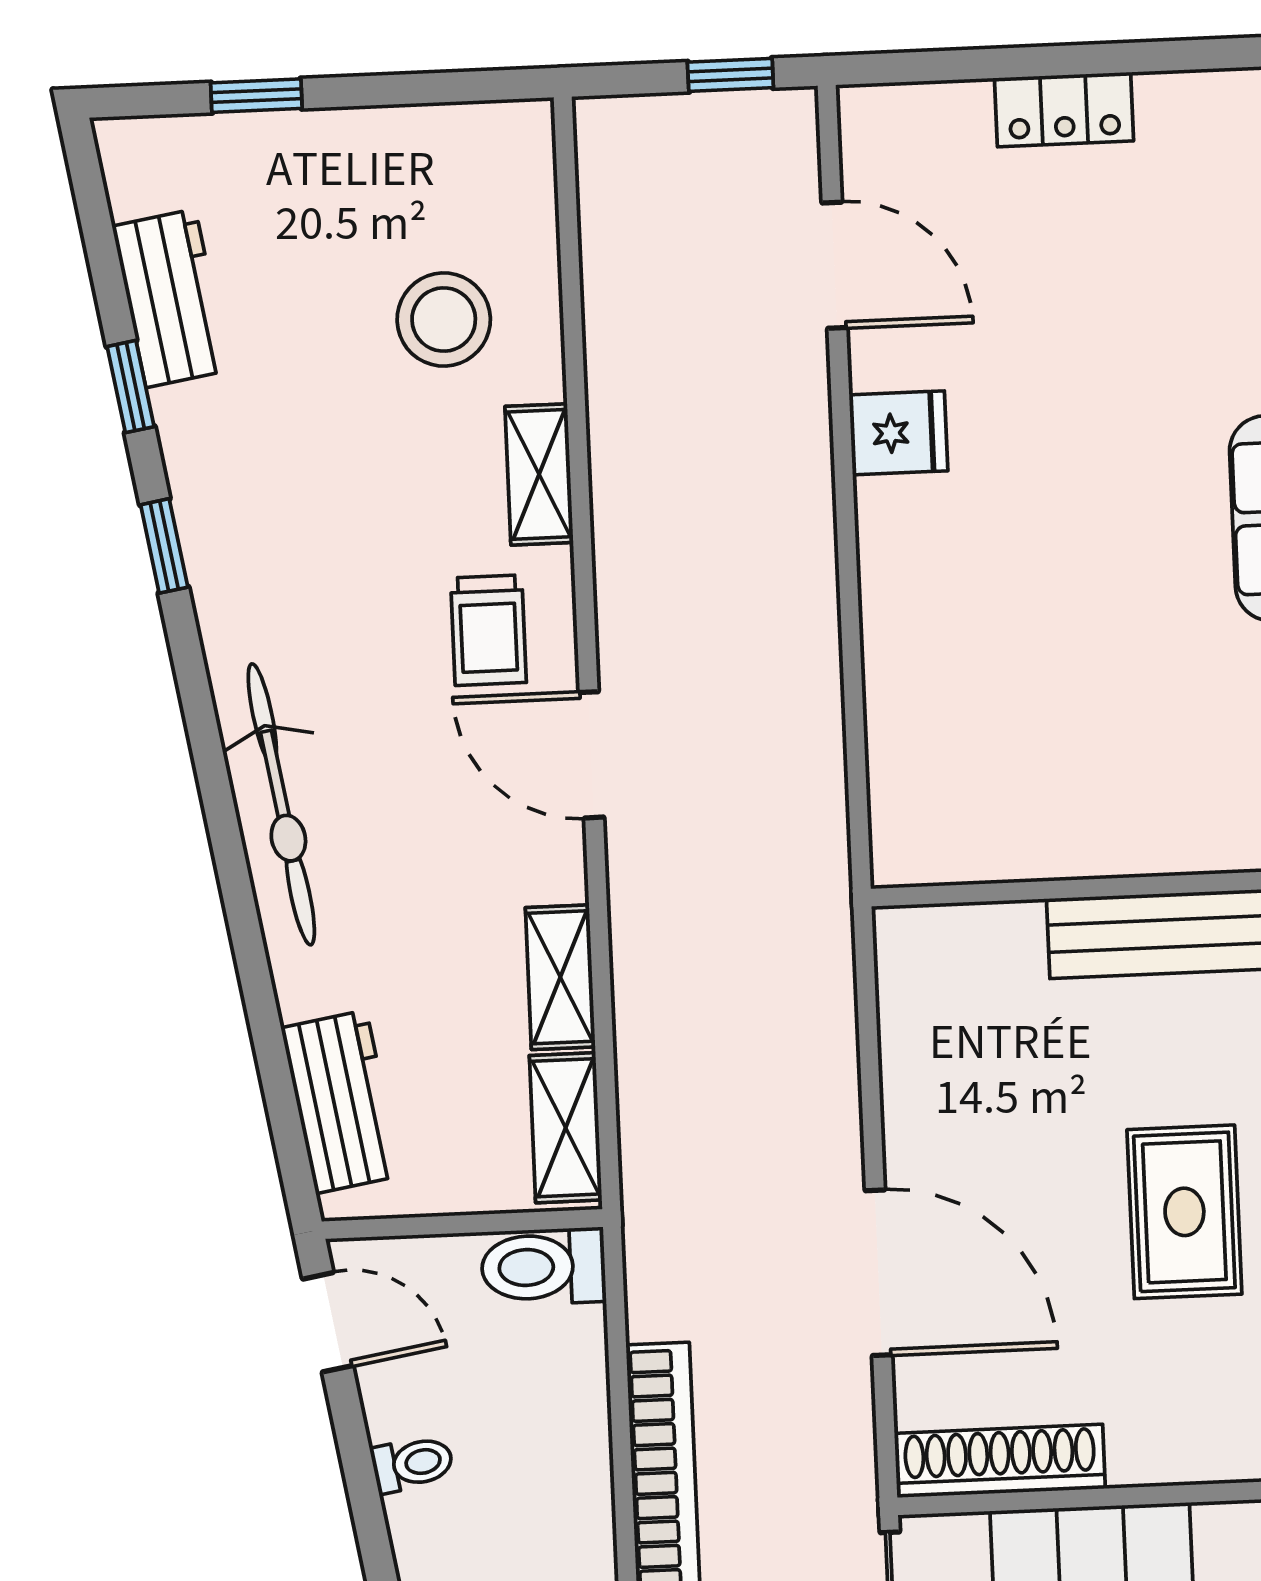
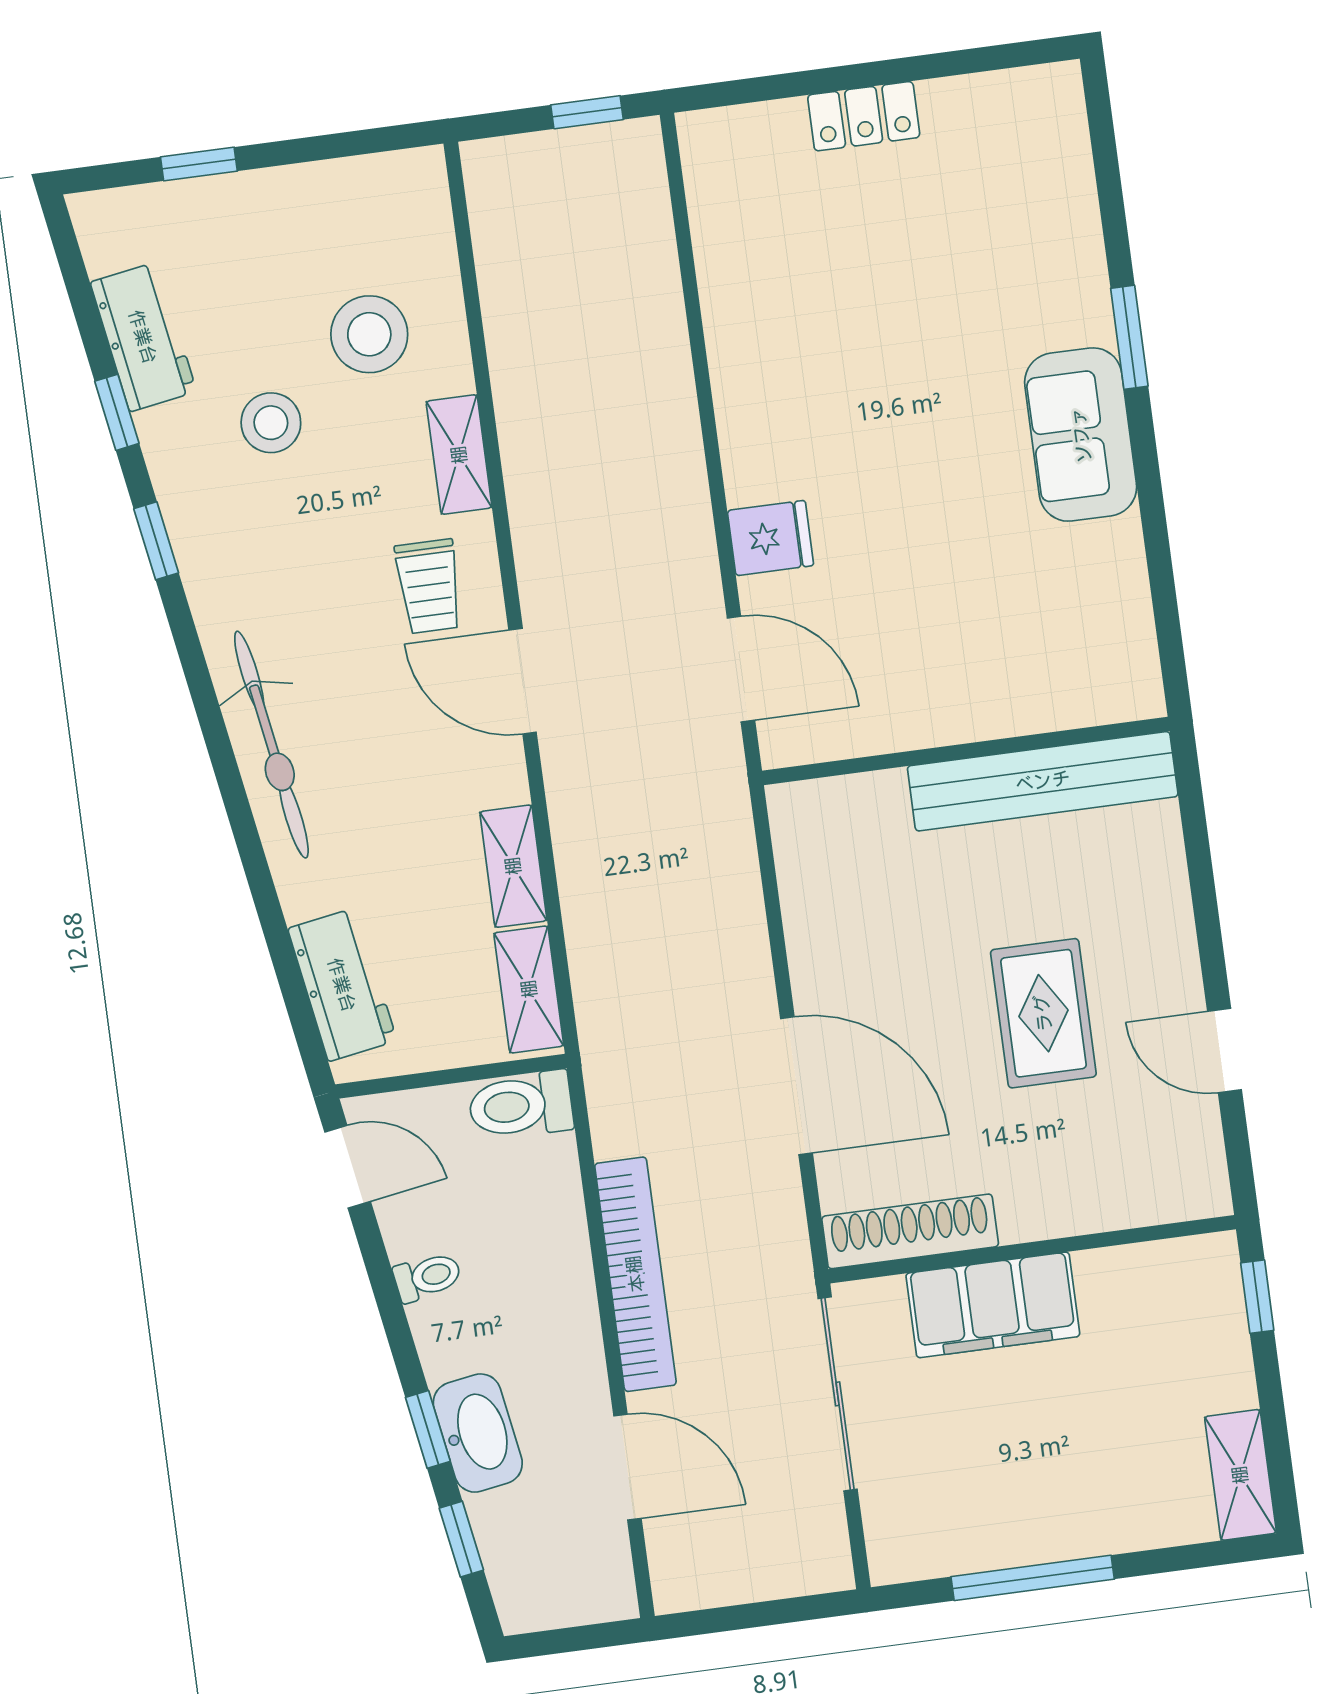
door: (835, 265) -> (741, 669), moved
stool: (315, 416) -> (271, 423), added
fridge: (898, 433) -> (771, 538), moved

